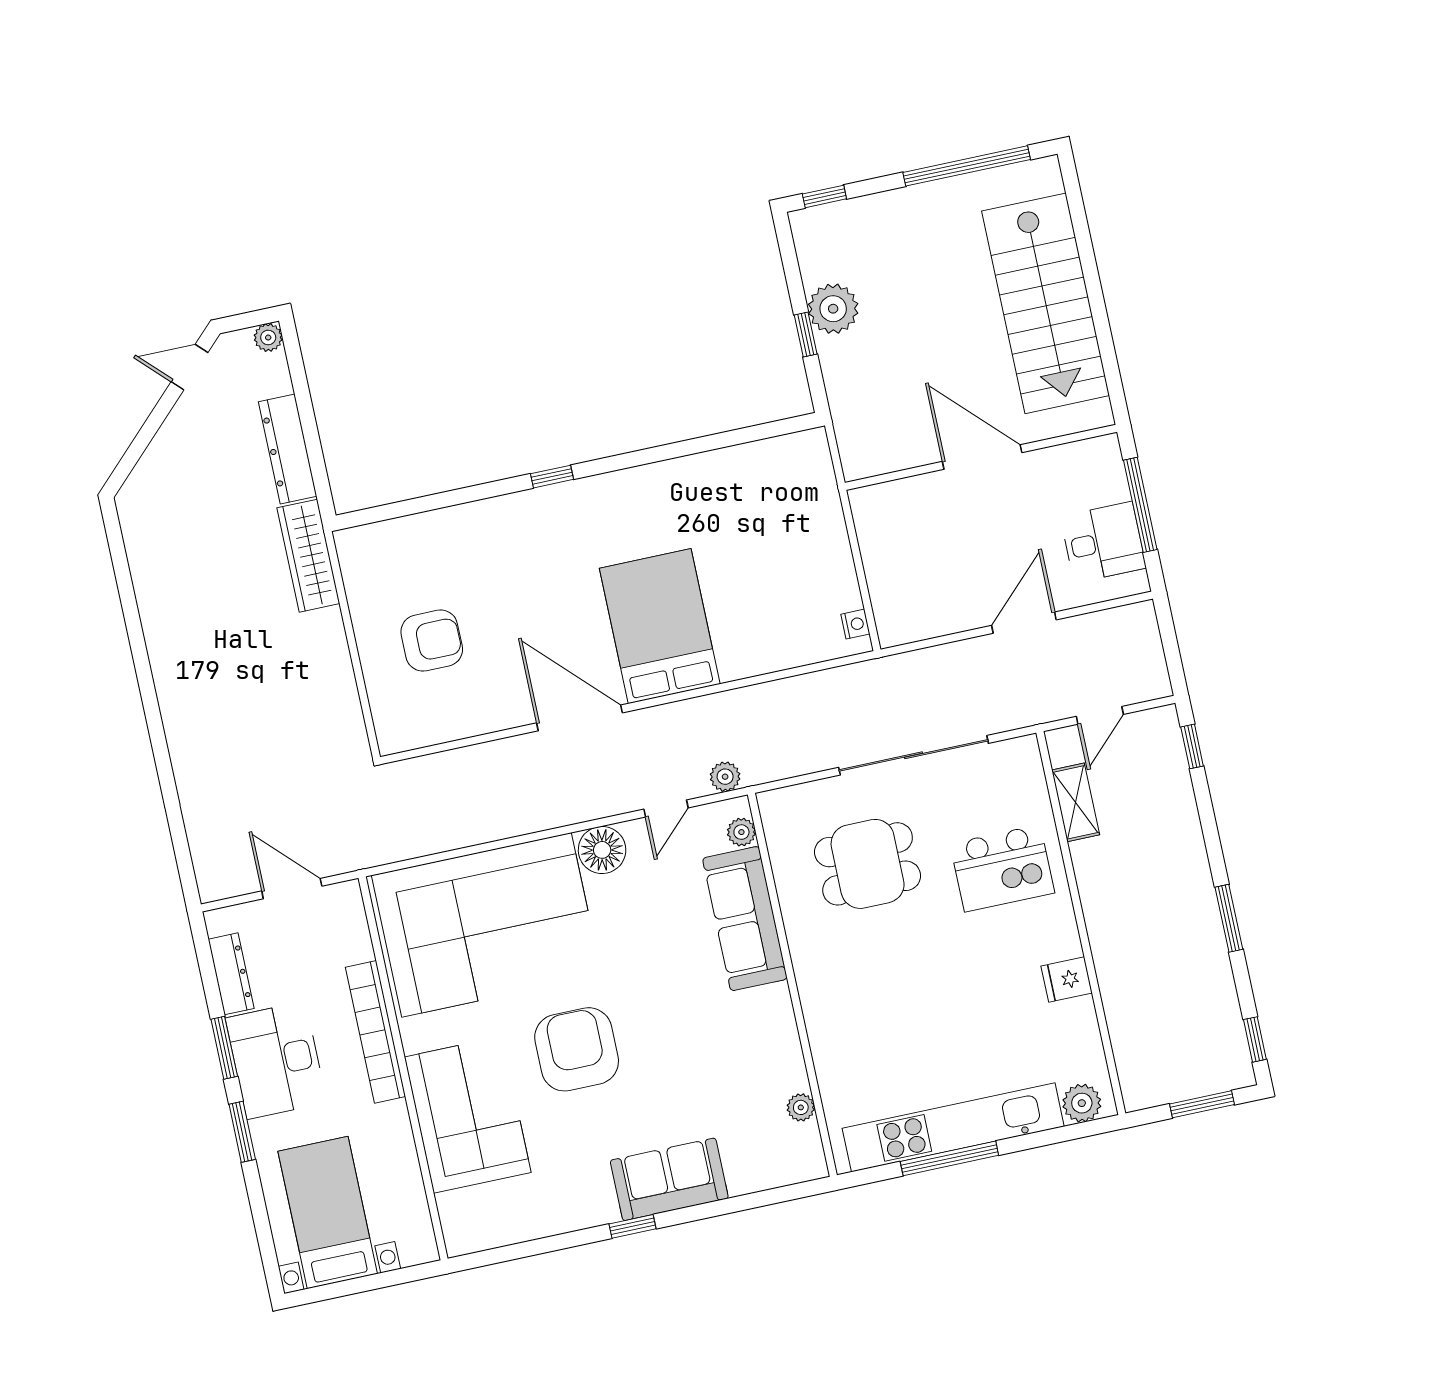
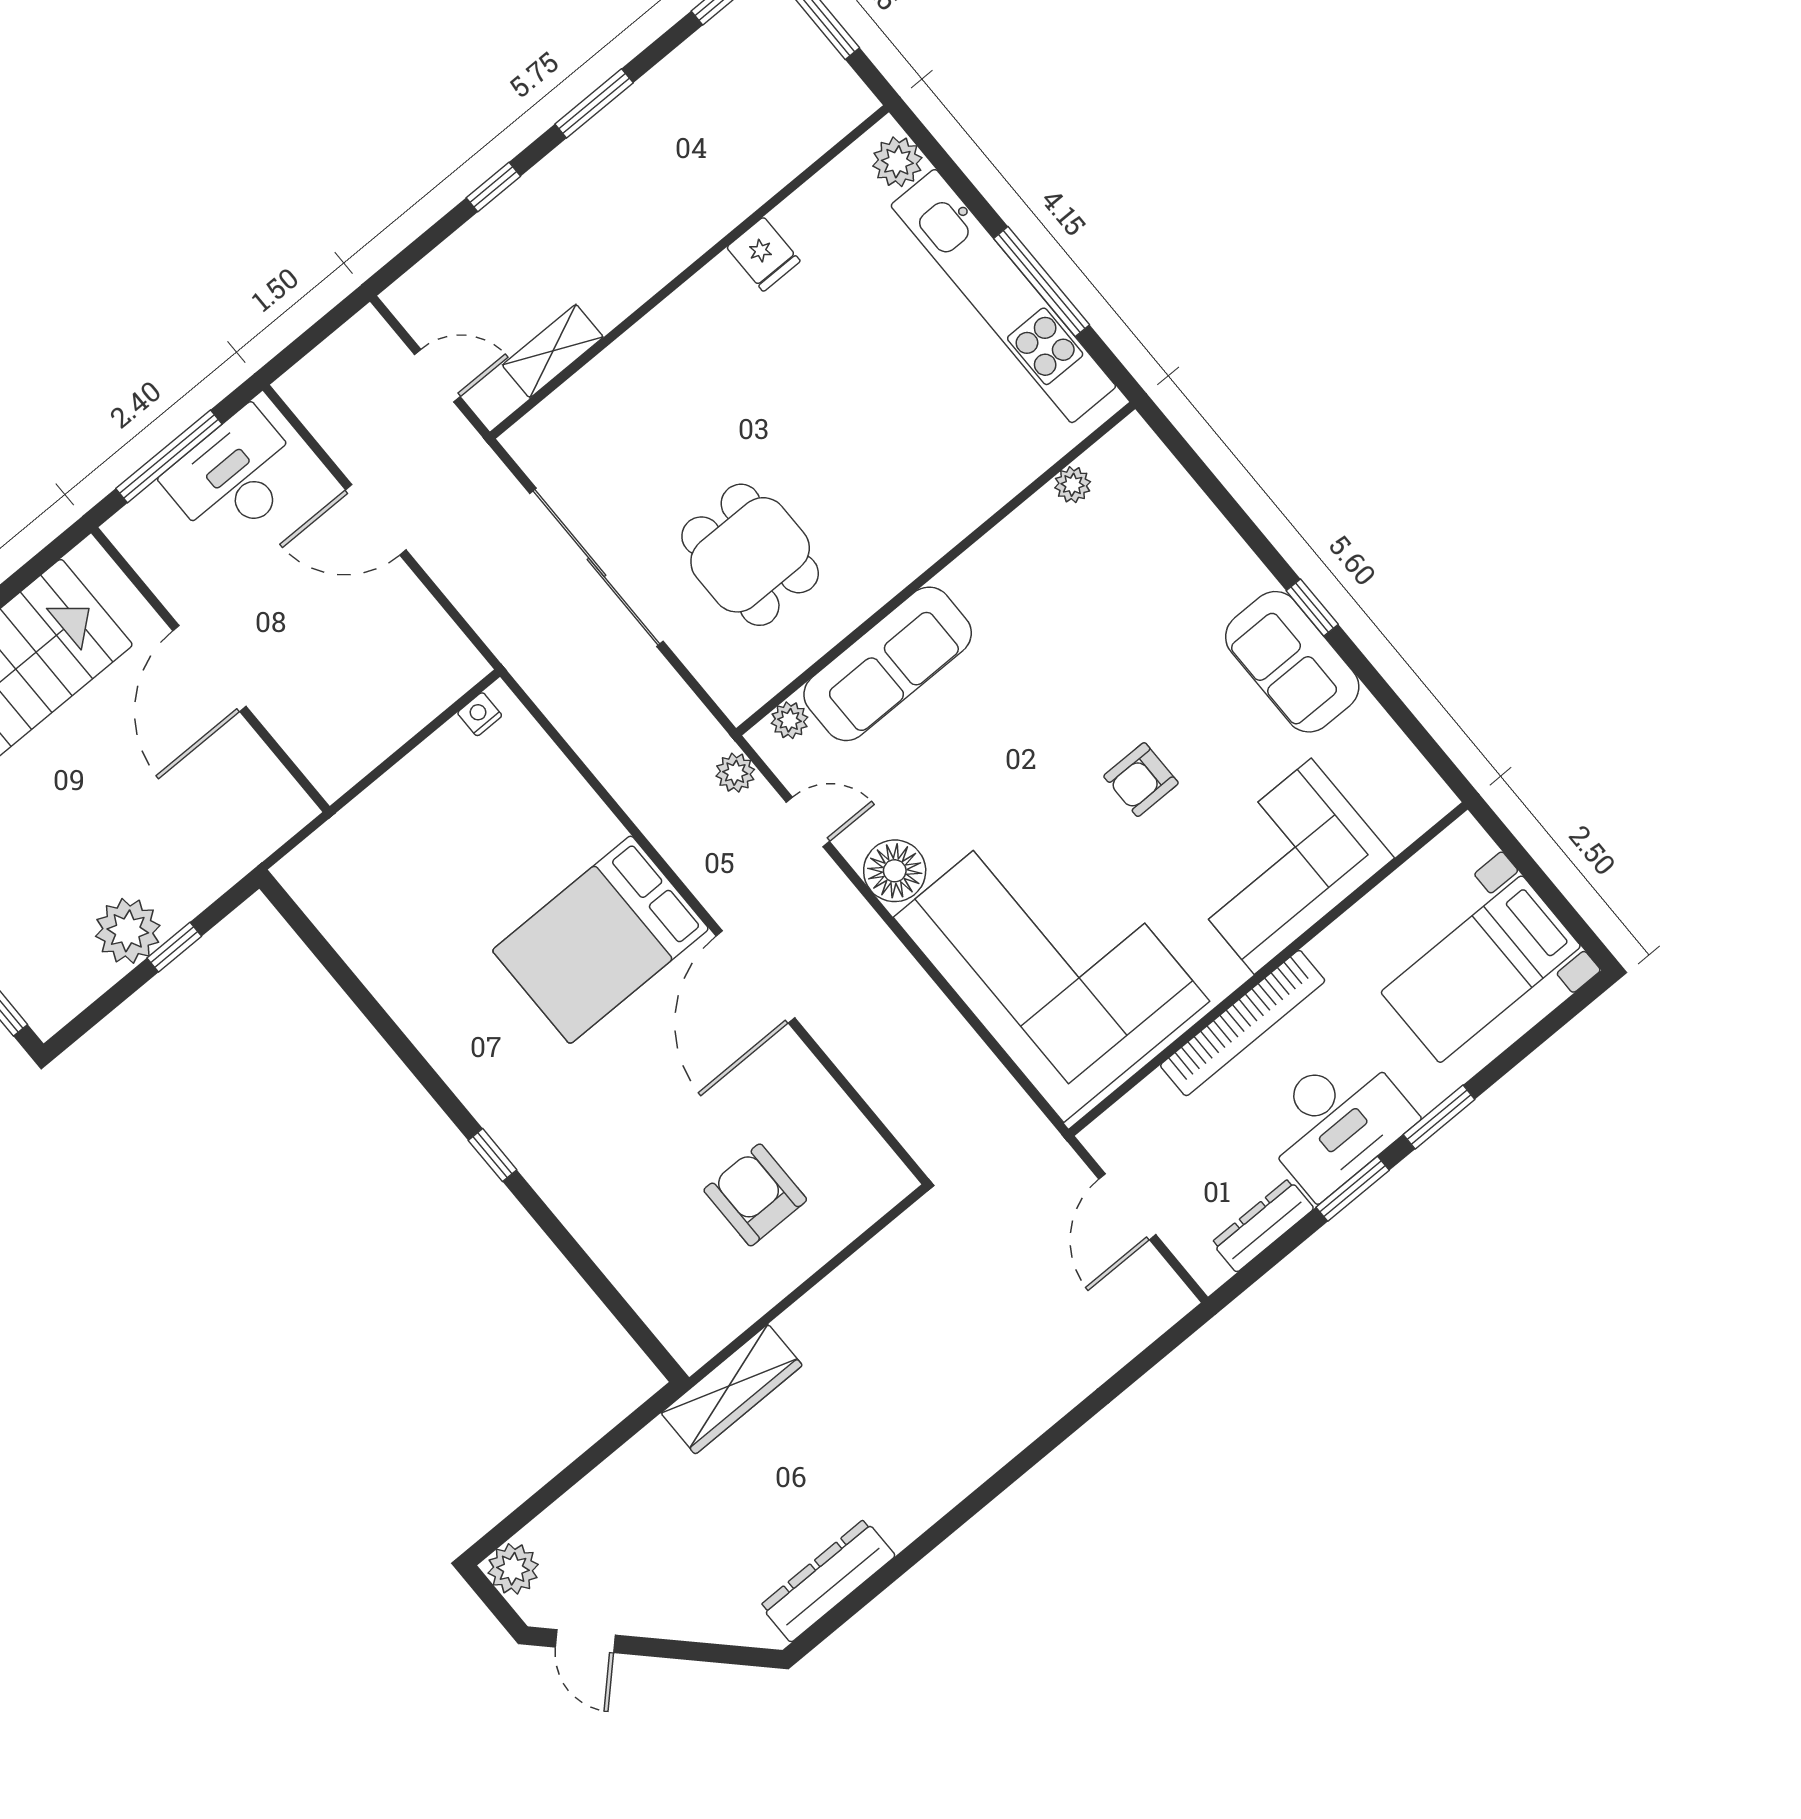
plant: (268, 337) -> (513, 1569), width x1.38, depth x1.38
dresser: (288, 449) -> (828, 1581), moved, turned 180
desk: (1103, 542) -> (235, 477), width x1.37
window: (1192, 746) -> (493, 187), moved
kitchen island: (1002, 868) -> (674, 396), removed
armchair: (577, 1049) -> (1141, 780), width x0.53, depth x0.53
sofa: (669, 1179) -> (1292, 662), moved

